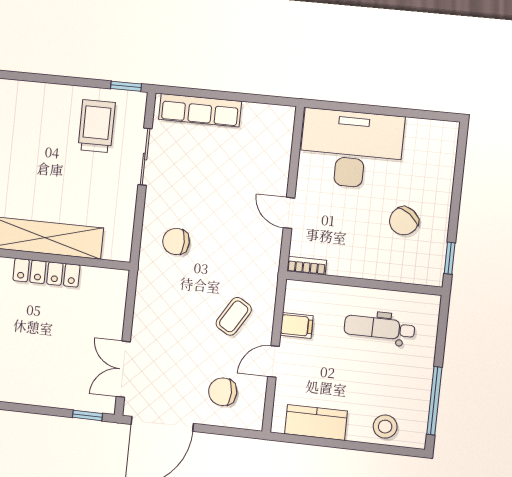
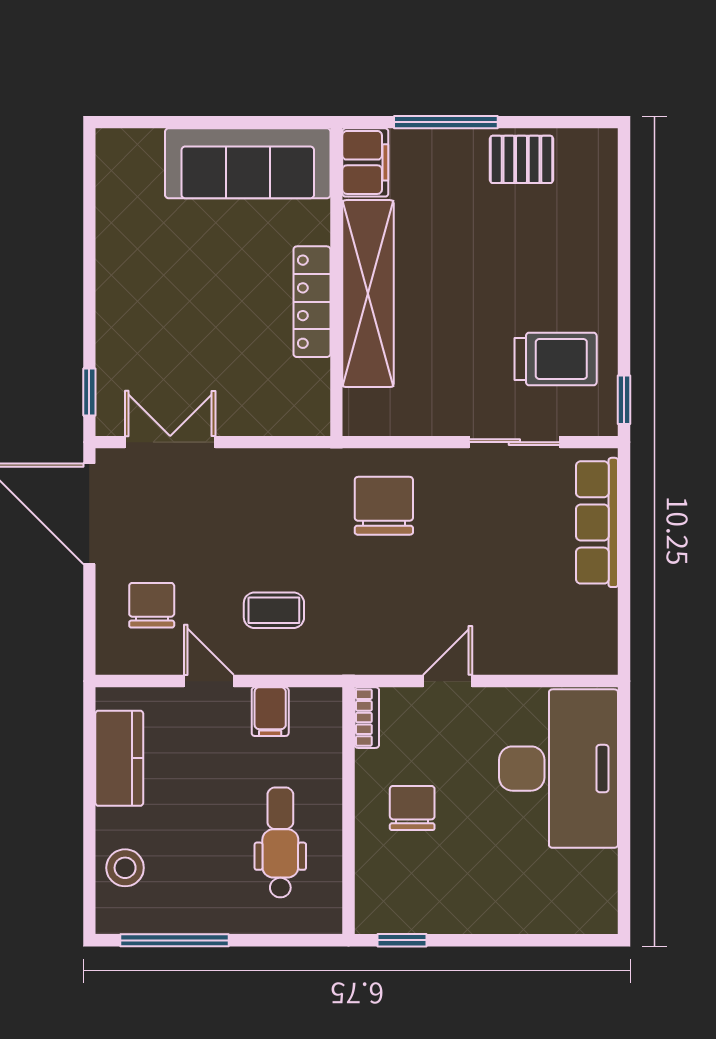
chair: (404, 221) -> (412, 808), moved, turned 53
chair: (176, 241) -> (384, 506), width x1.37, depth x1.37
coffee table: (234, 316) -> (274, 610), turned -31

